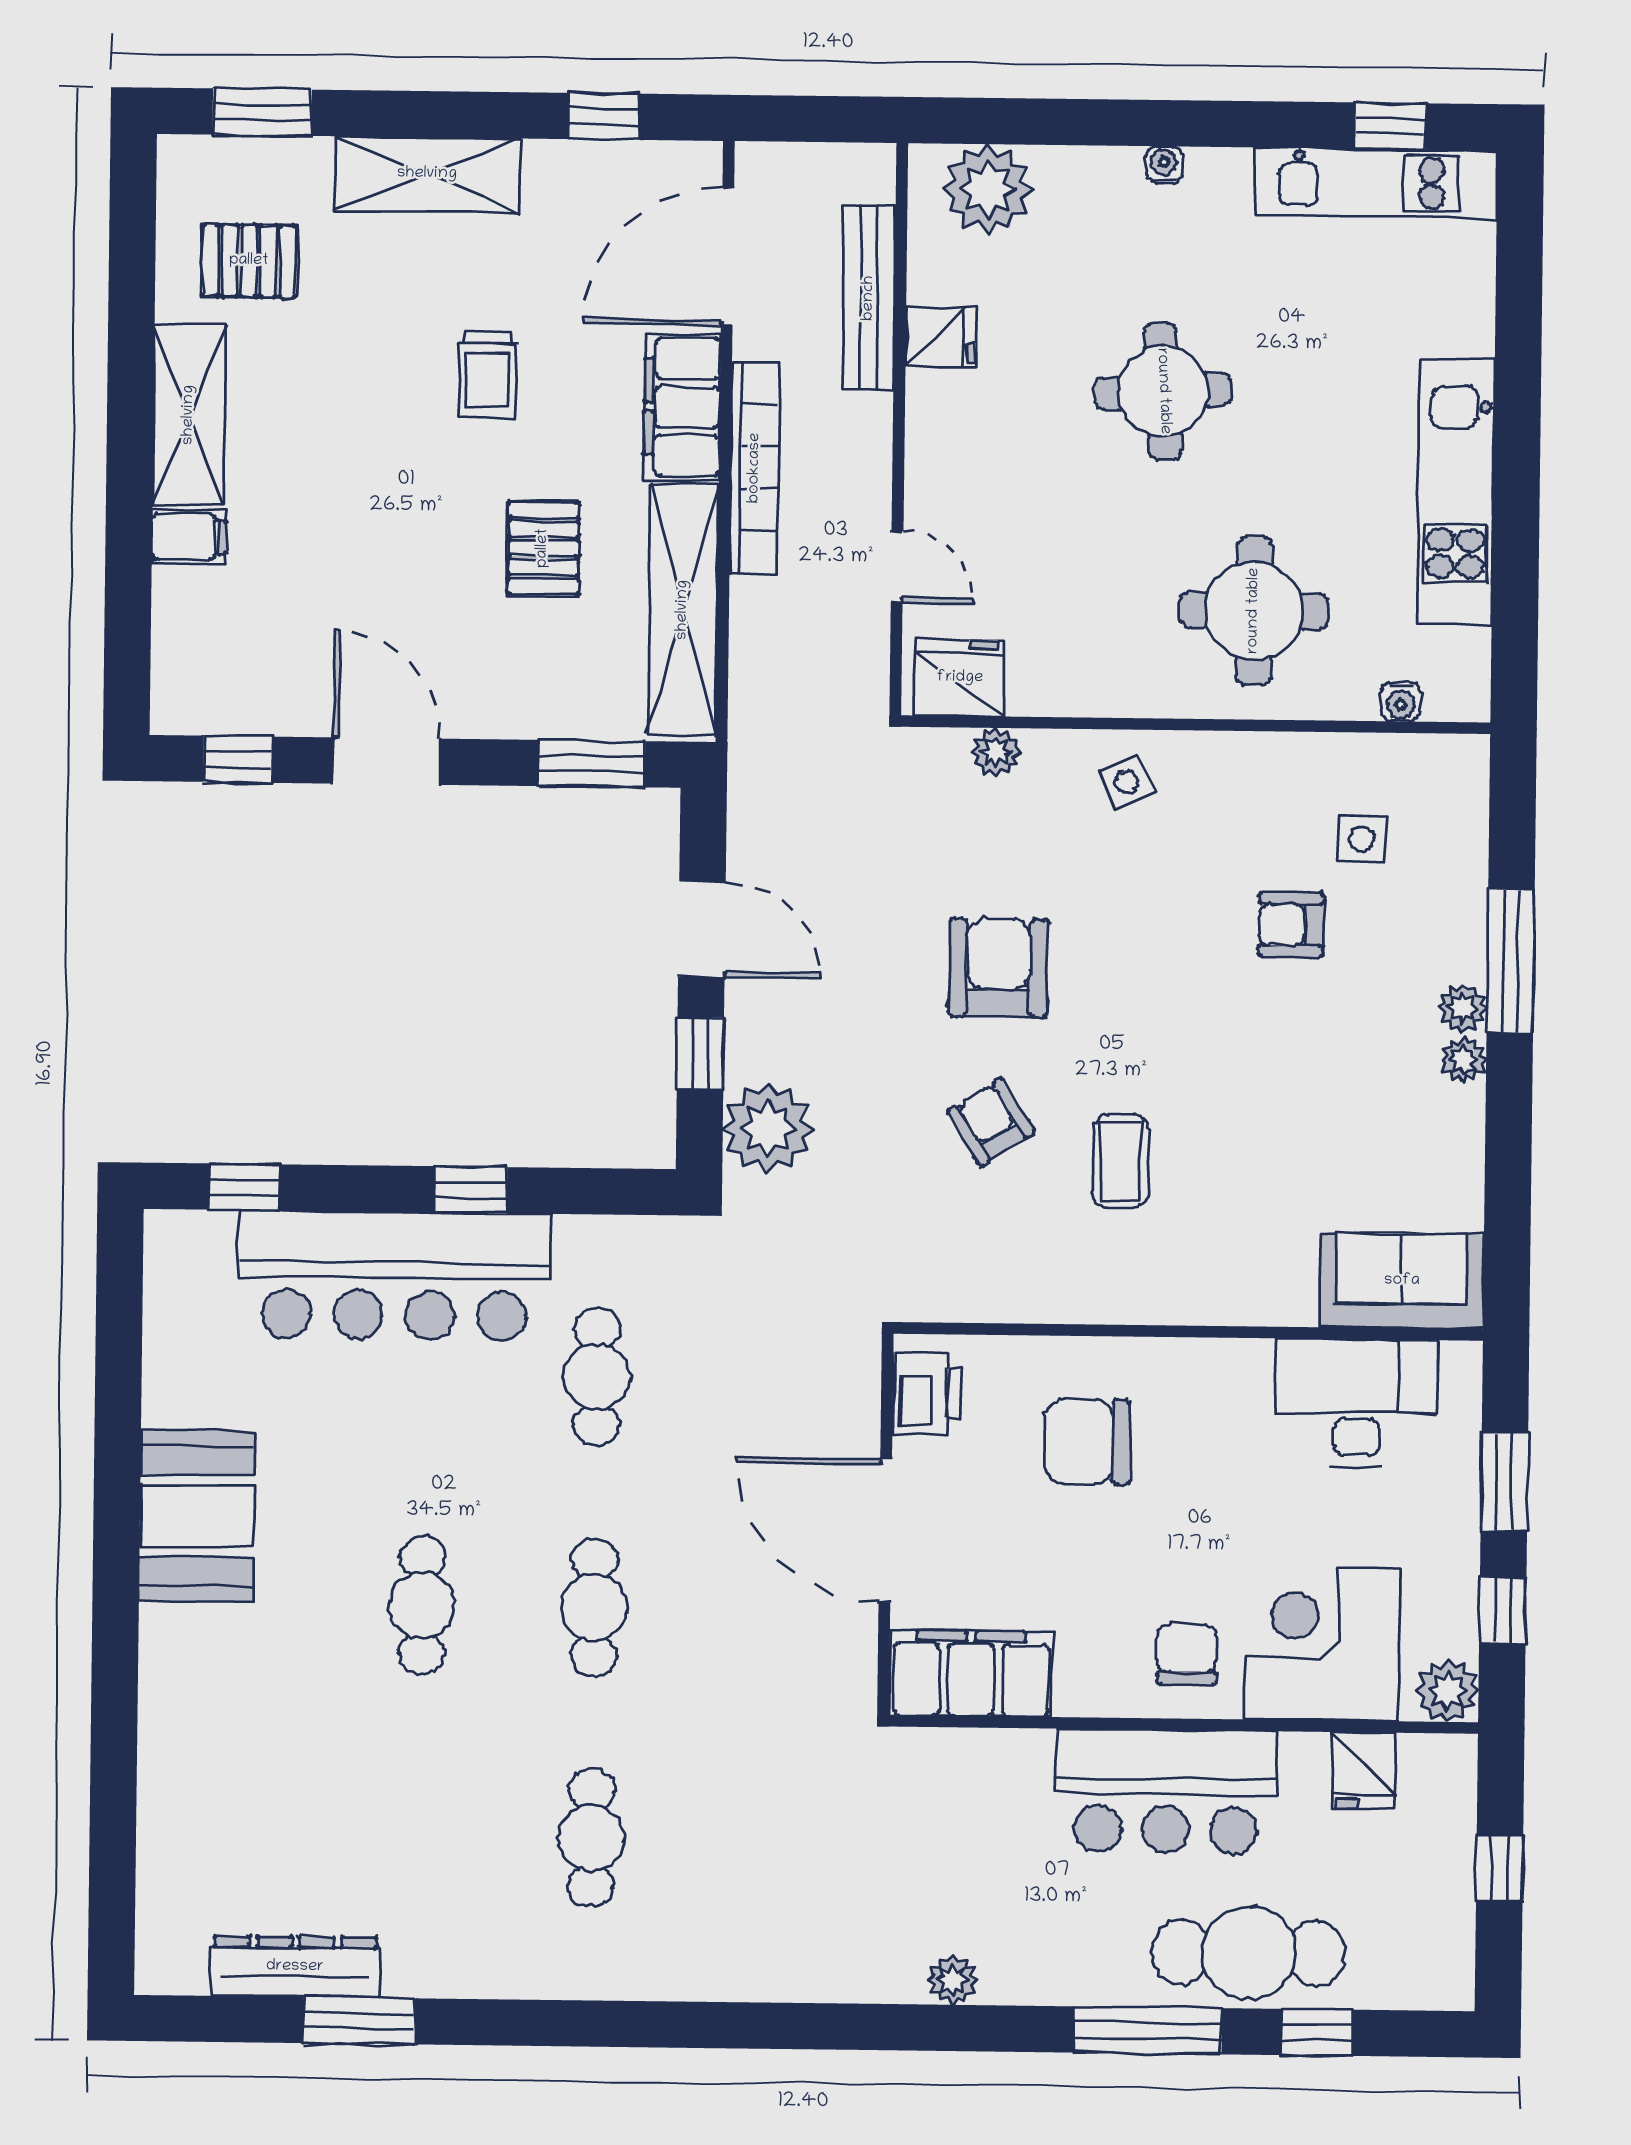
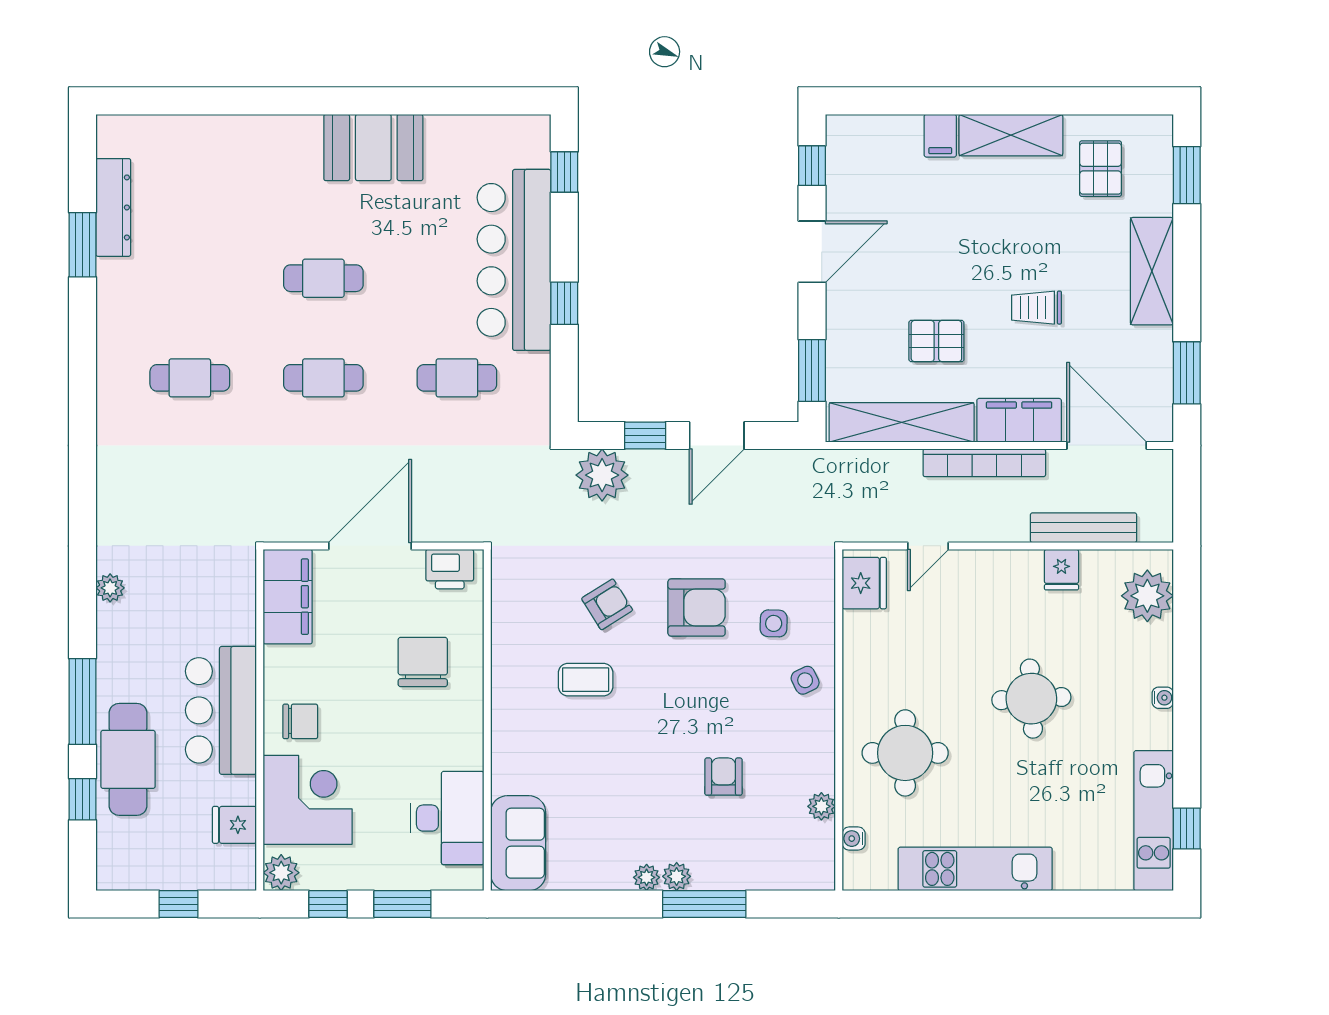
window: (604, 116) -> (1187, 373), width x1.50
plant: (996, 752) -> (821, 806), moved
side table: (1362, 839) -> (774, 623), moved

